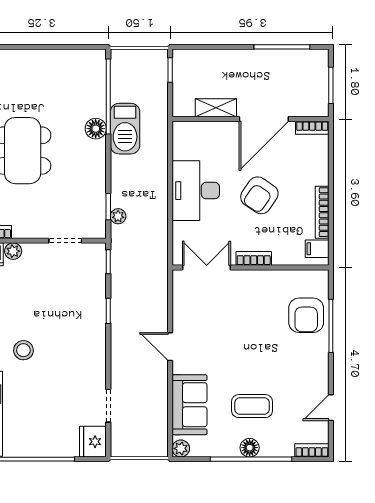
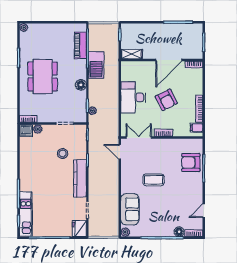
piano: (95, 91) -> (80, 45), added
shelving: (216, 108) -> (132, 54), moved
floor lamp: (96, 129) -> (81, 85), moved
armchair: (259, 195) -> (166, 100), turned -61
armchair: (306, 315) -> (191, 163), turned 90
kitchen counter: (94, 346) -> (80, 178), added
door: (170, 347) -> (120, 152), moved
stool: (23, 350) -> (63, 154), moved
coffee table: (252, 406) -> (154, 180), moved
floor lamp: (250, 448) -> (179, 232), moved

